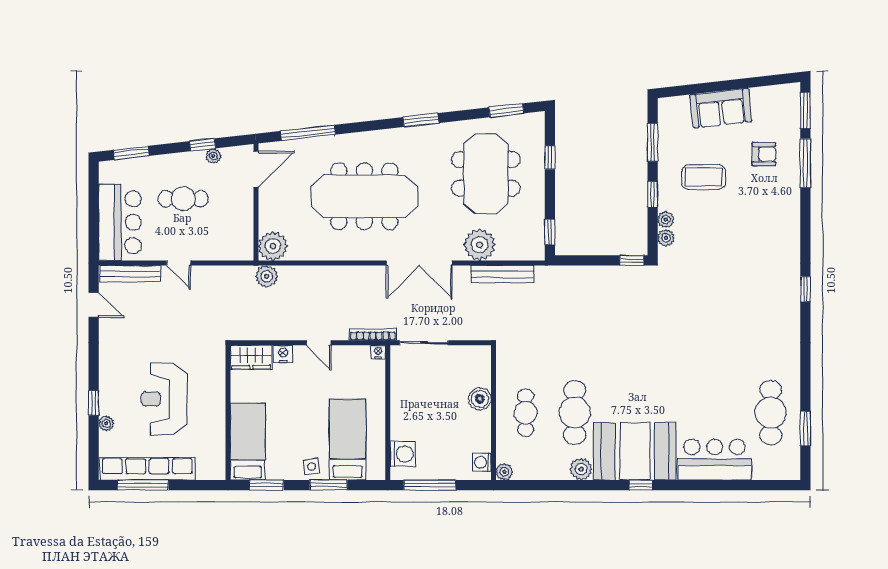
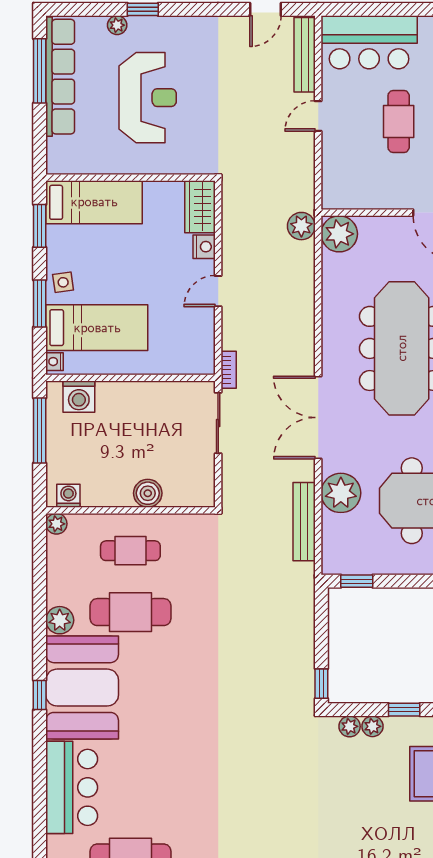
bookcase: (373, 334) -> (229, 370), width x0.64
nightstand: (378, 352) -> (54, 362), moved, turned 180
reception desk: (164, 399) -> (148, 98), turned 90

